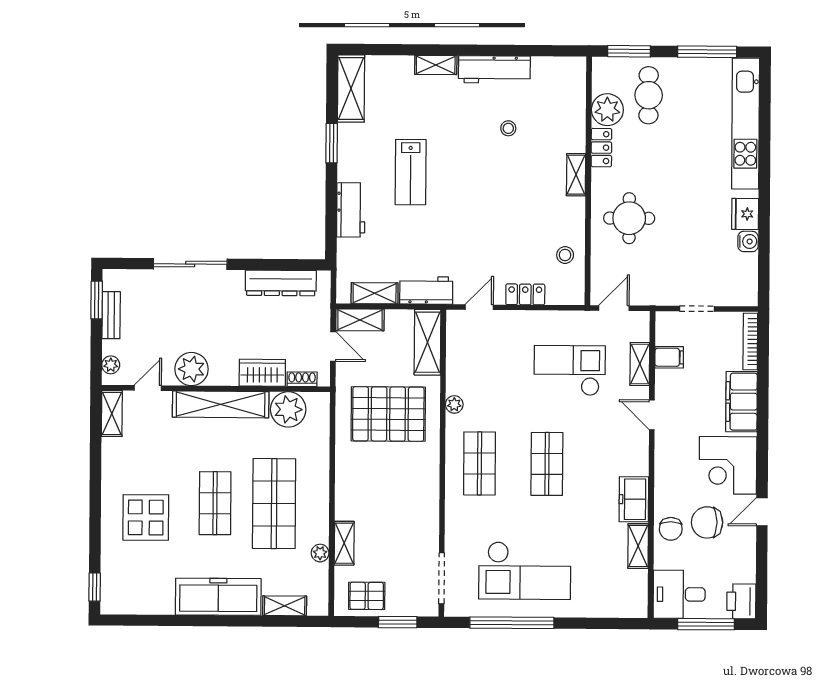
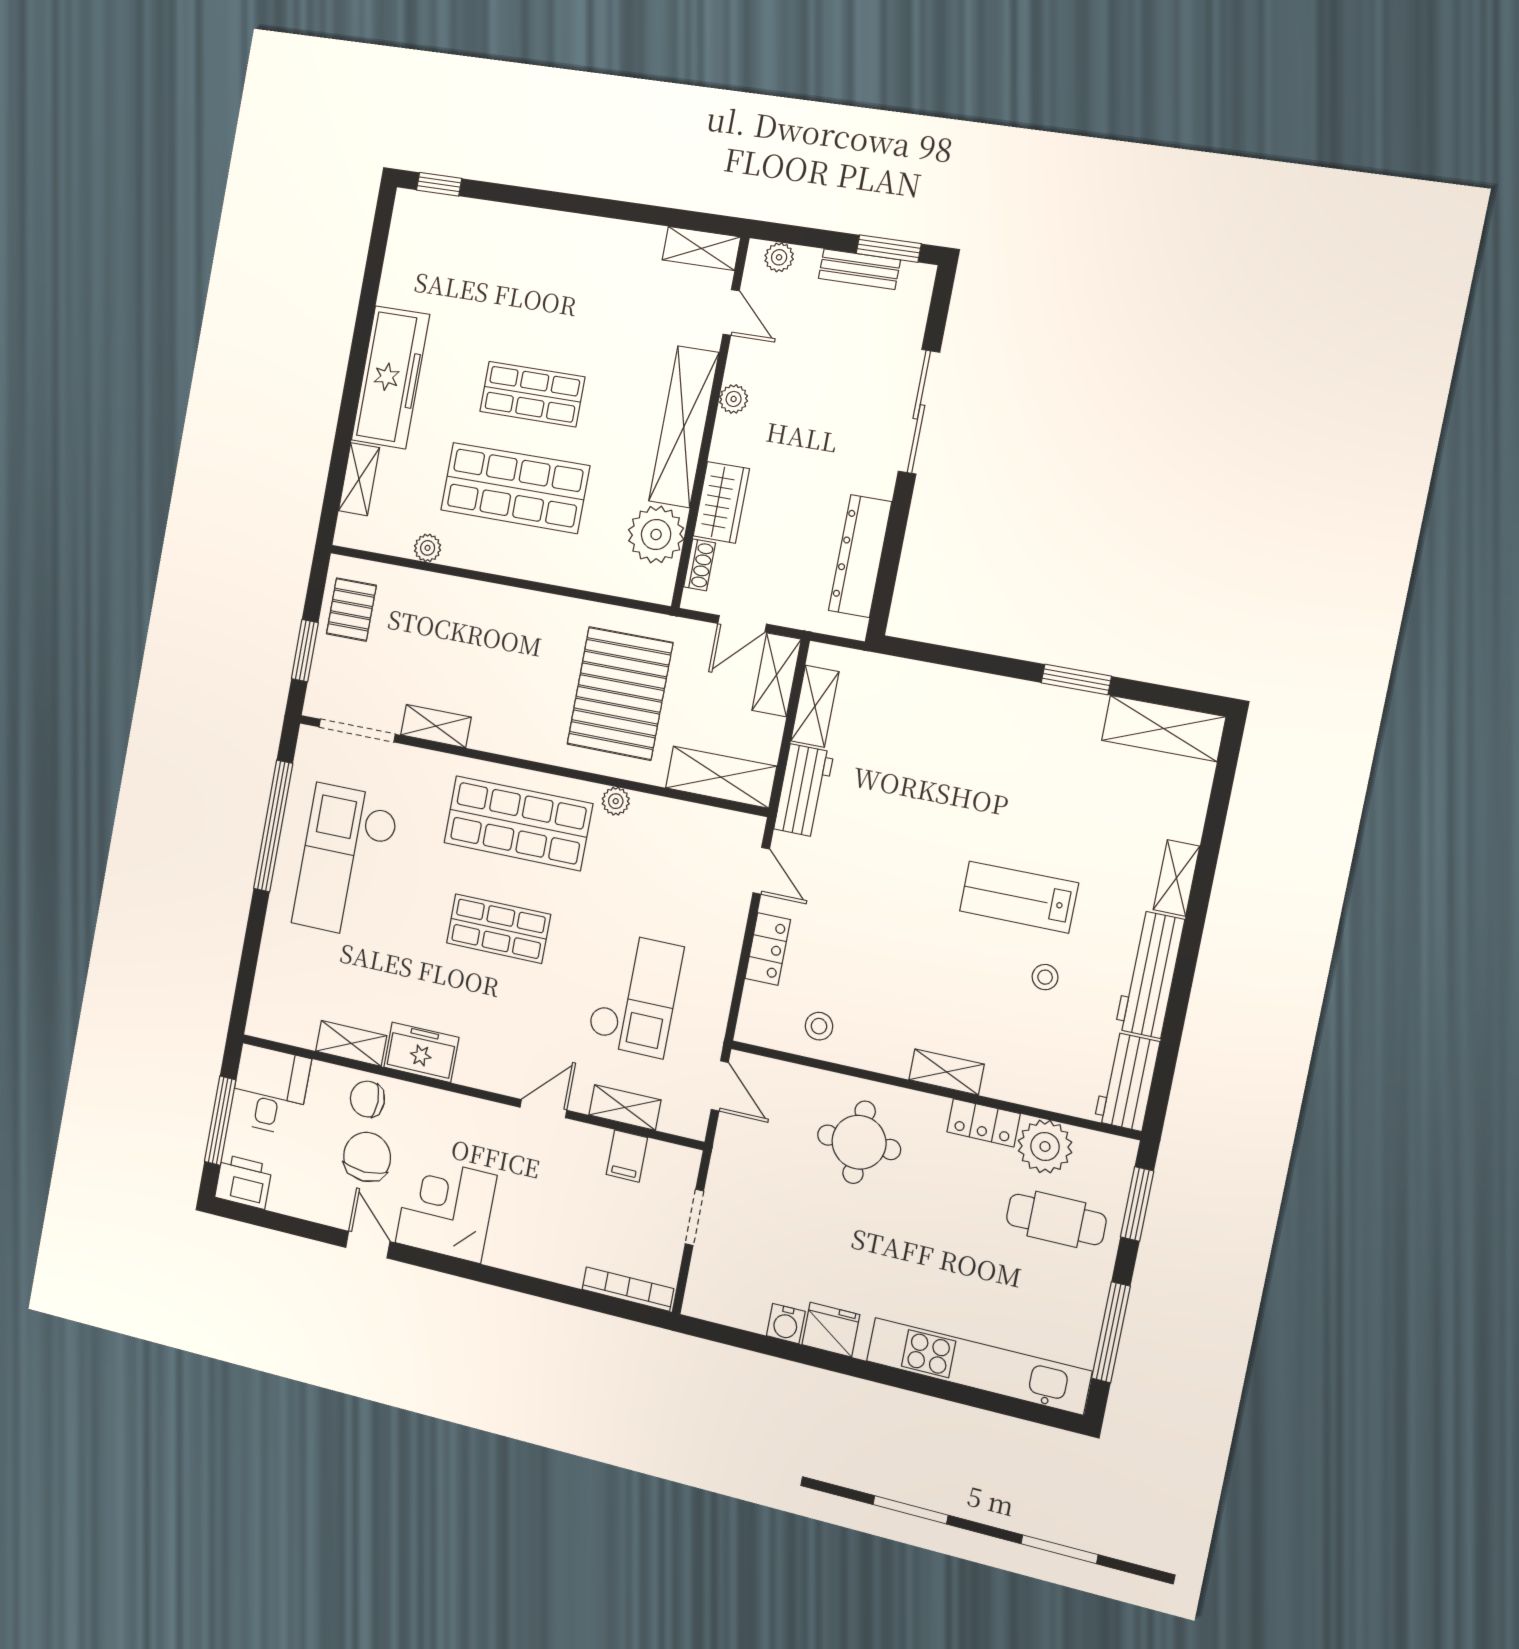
lab bench: (411, 172) -> (1019, 897), moved
workbench: (351, 210) -> (1127, 1081), moved, turned 90
plant: (192, 369) -> (734, 399), width x0.53, depth x0.53
filing cabinet: (742, 402) -> (538, 1253), removed
shop shelf: (480, 463) -> (518, 823), width x1.43, depth x1.36
display table: (146, 517) -> (530, 280), removed
shelving: (344, 543) -> (436, 726), moved

